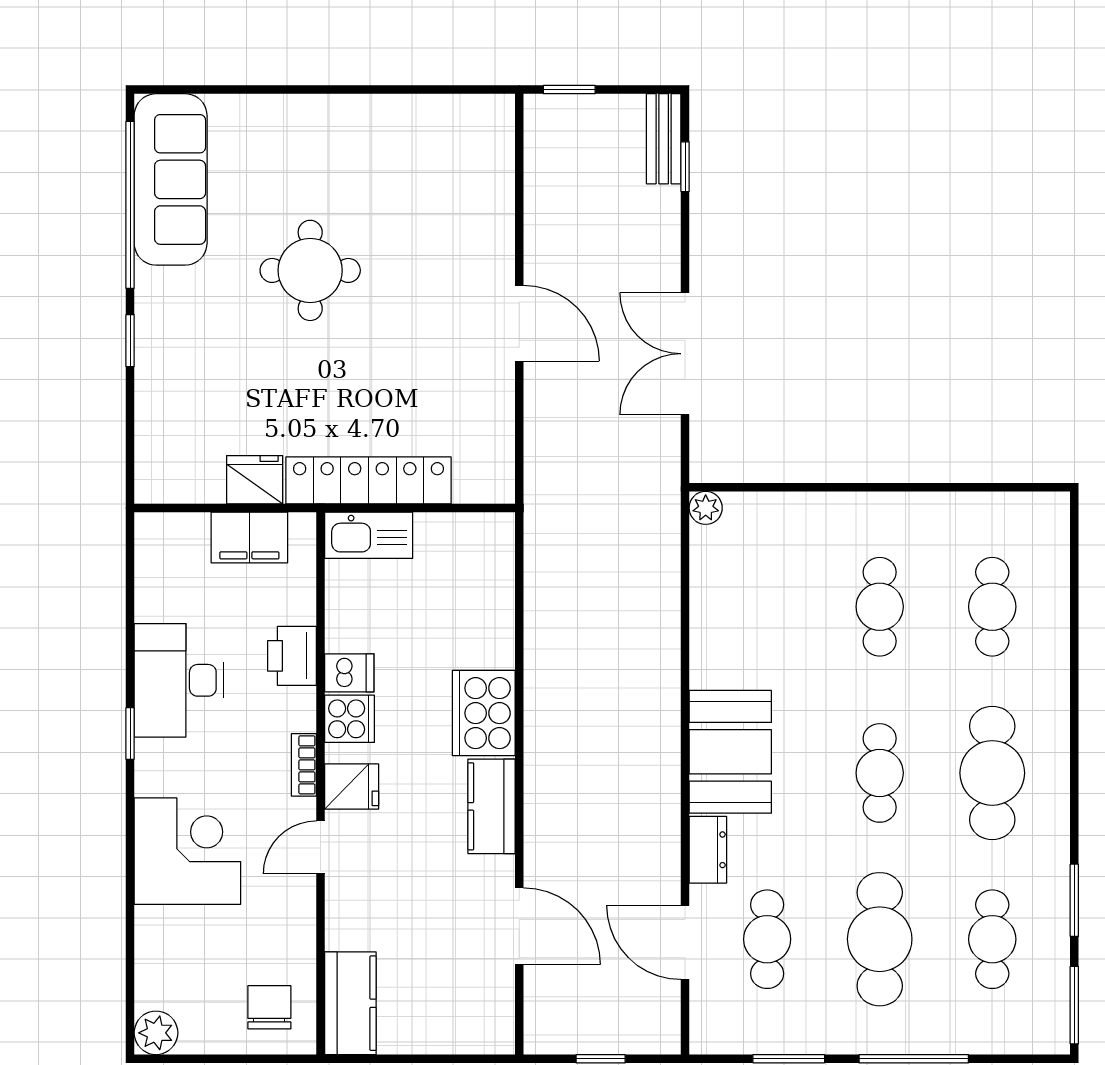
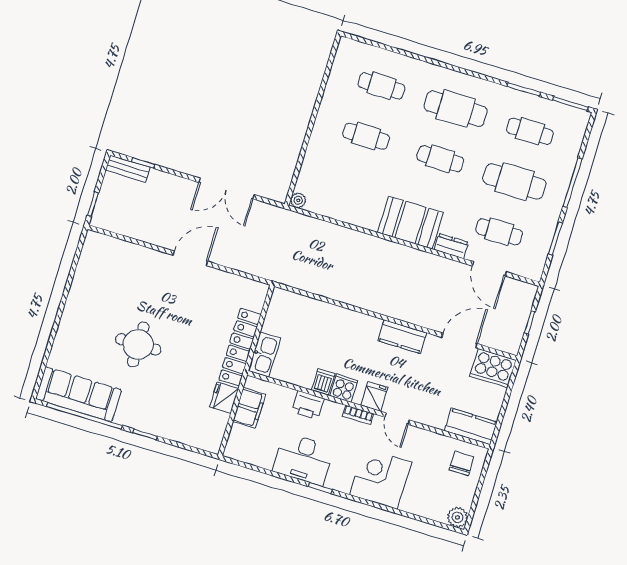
cooker: (484, 713) -> (493, 368), moved
door: (685, 942) -> (489, 269), hinge flipped
chair: (269, 1007) -> (462, 463), turned 90

